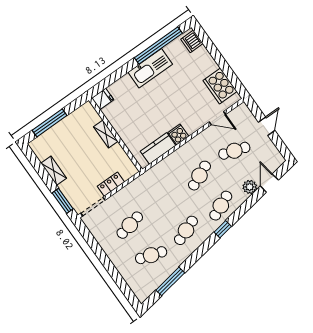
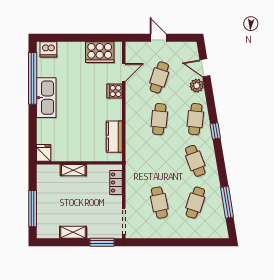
cooker: (178, 134) -> (115, 91), moved
cafe table: (199, 176) -> (159, 119), turned 30
locker: (111, 184) -> (116, 182), moved
cafe table: (221, 206) -> (195, 119), turned 30

